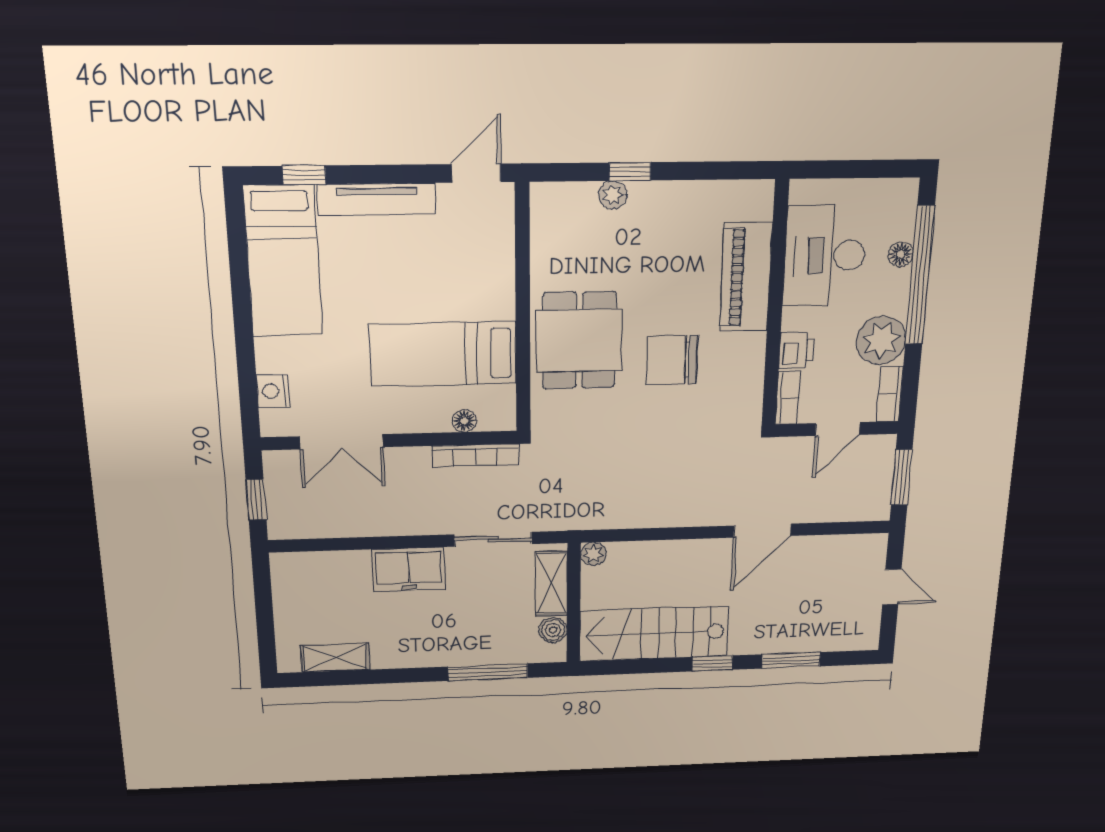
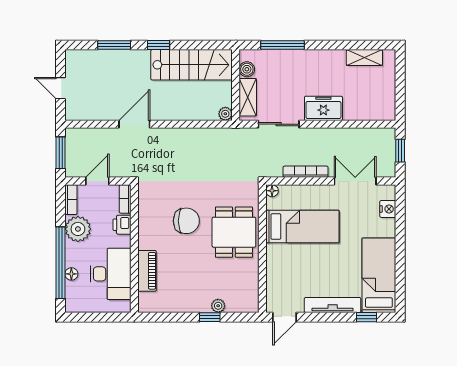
piano: (746, 277) -> (147, 271), width x0.73, depth x0.75
floor lamp: (464, 421) -> (272, 191), moved
bookcase: (475, 455) -> (306, 172), moved

